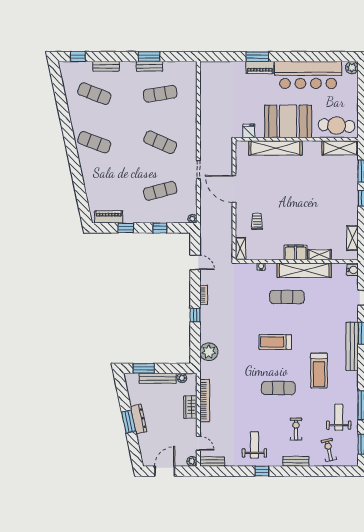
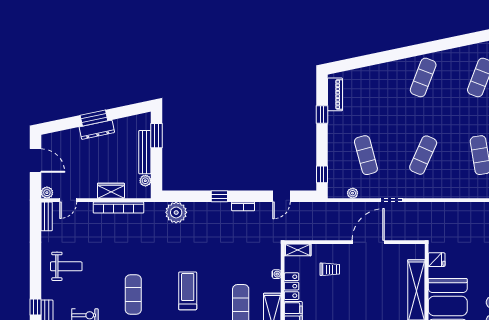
plant: (192, 219) -> (353, 193), moved
window: (160, 228) -> (322, 174), moved
locker: (271, 254) -> (291, 286), added
window: (262, 471) -> (35, 307), moved

